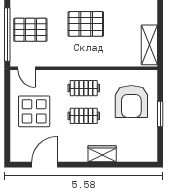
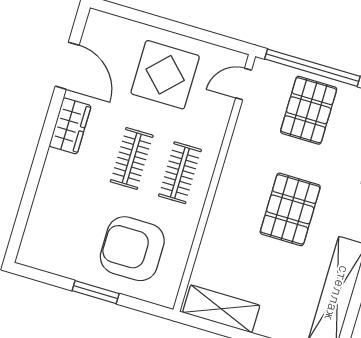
wardrobe: (102, 154) -> (70, 126), moved

